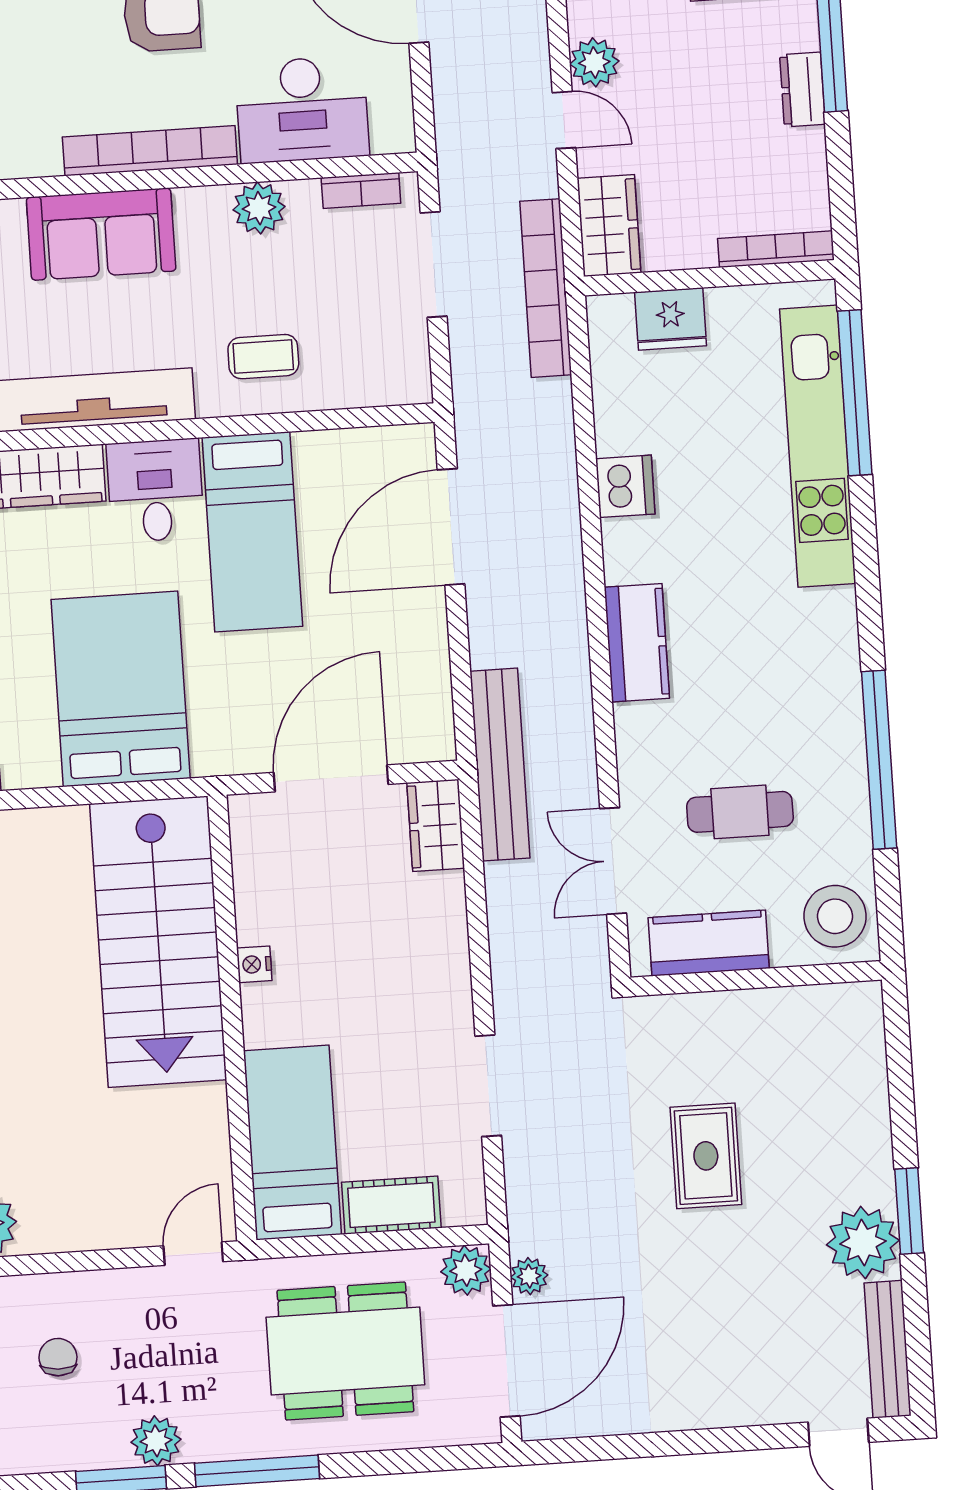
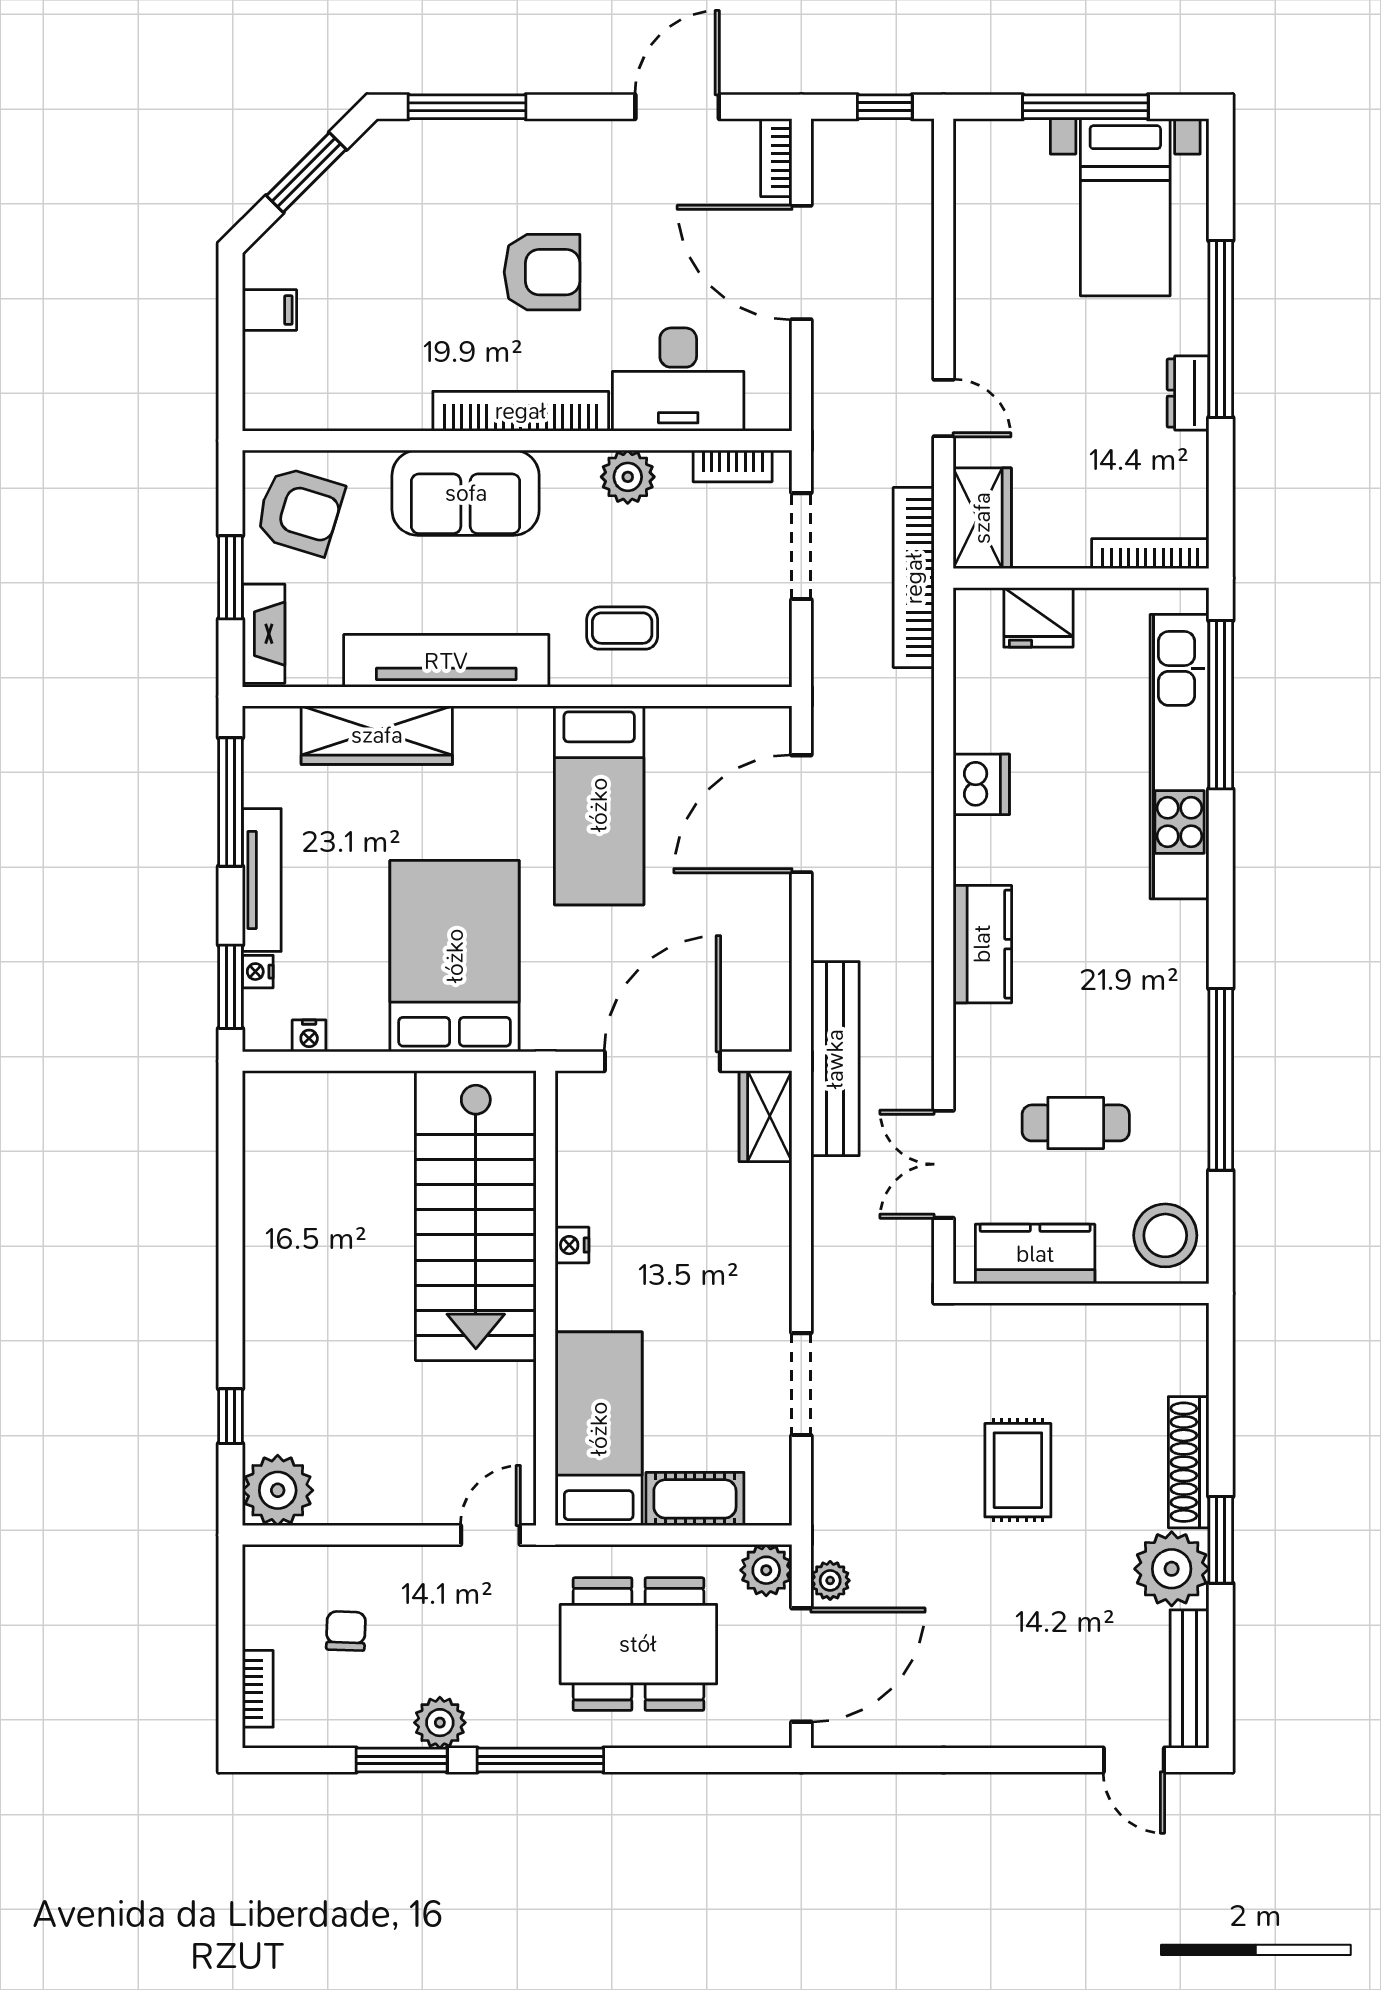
plant: (594, 62) -> (978, 352), removed
desk: (155, 490) -> (503, 757), removed
shoe rack: (873, 1137) -> (1189, 1462), added

